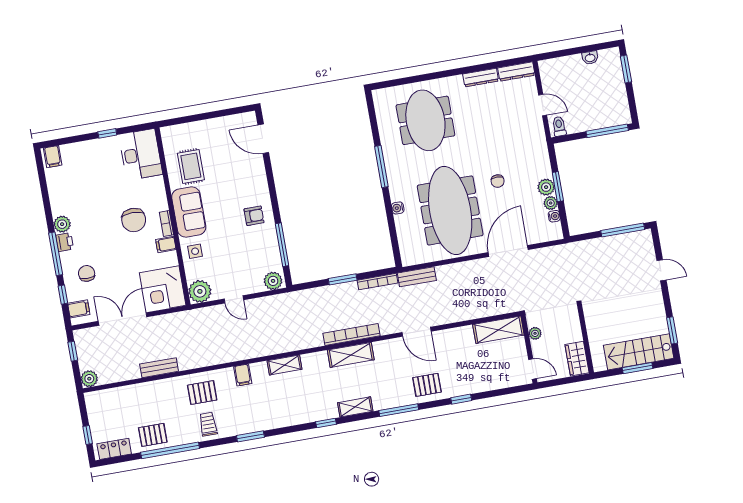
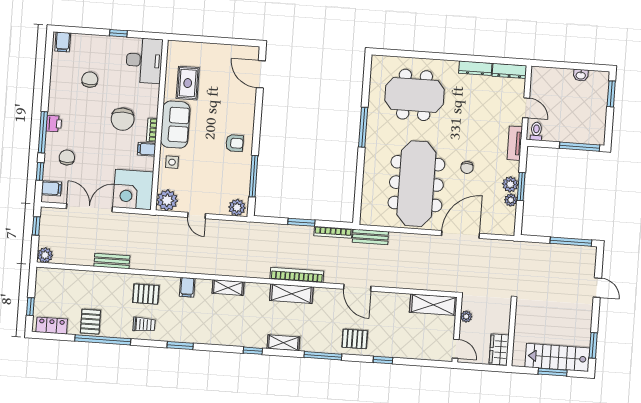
meeting table: (425, 120) -> (415, 95), turned 90
tv unit: (540, 144) -> (515, 143), added
chair: (90, 188) -> (90, 80), added
water cooler: (398, 208) -> (369, 169), removed
water cooler: (554, 216) -> (511, 213), removed
plant: (62, 224) -> (56, 106), removed
trolley: (208, 424) -> (144, 324), turned 90
pallet: (153, 435) -> (90, 322), turned 90

